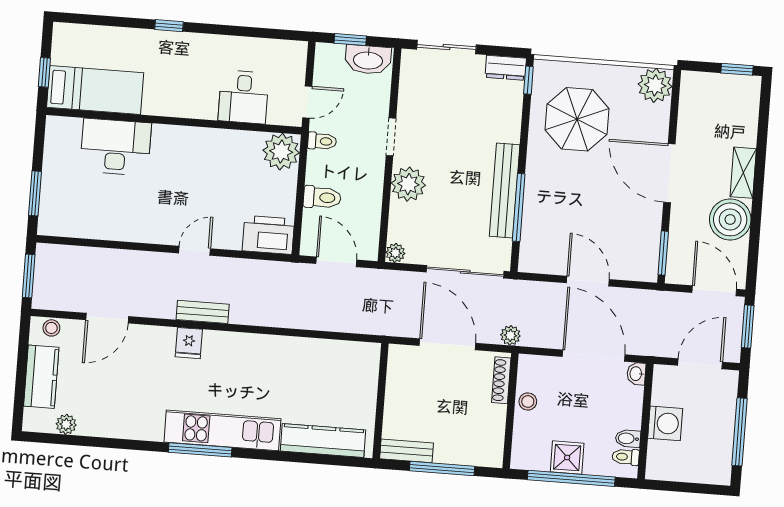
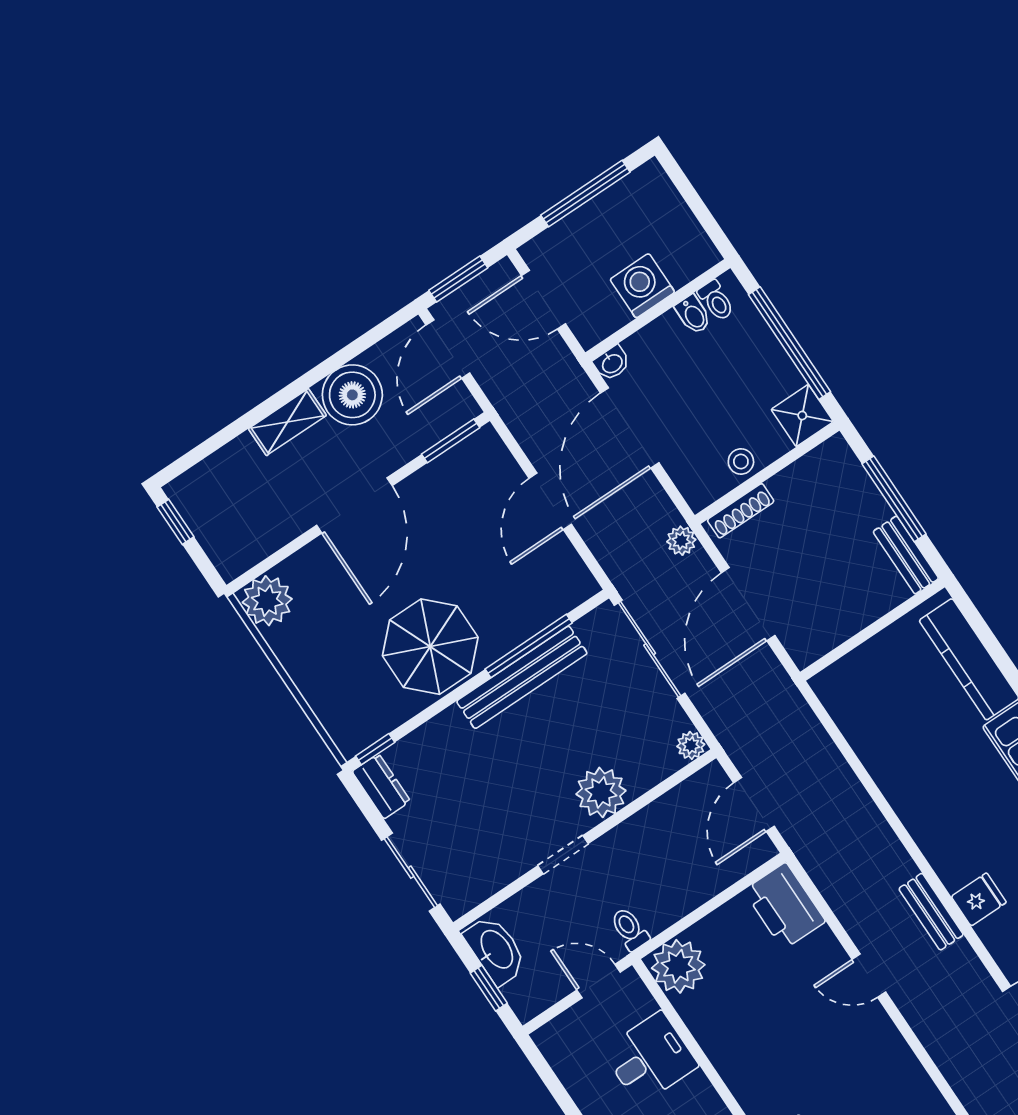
parasol: (577, 119) -> (430, 647), moved
toilet: (322, 197) -> (694, 879), removed
shower: (567, 457) -> (802, 416), moved

